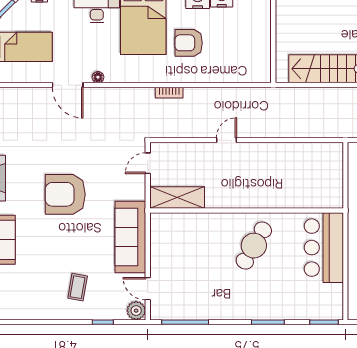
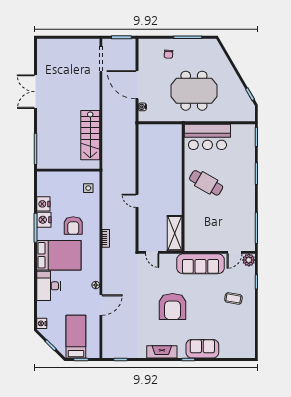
side table: (246, 66) -> (88, 188), added

